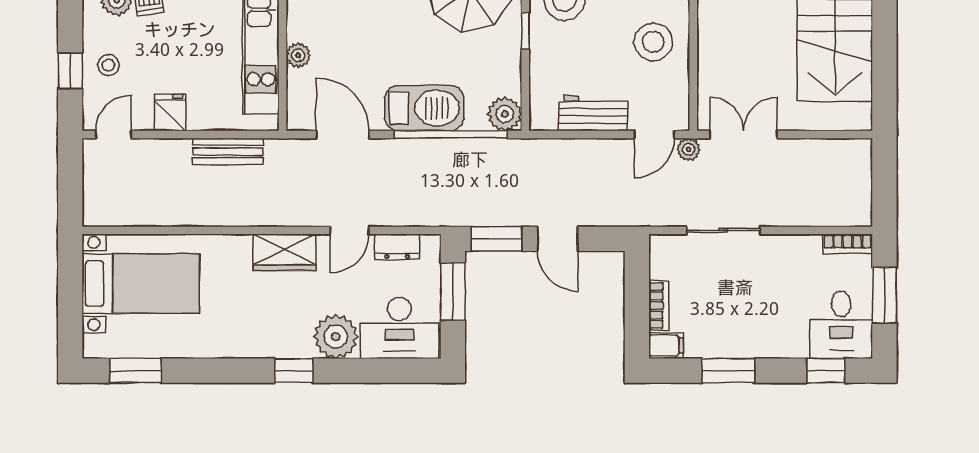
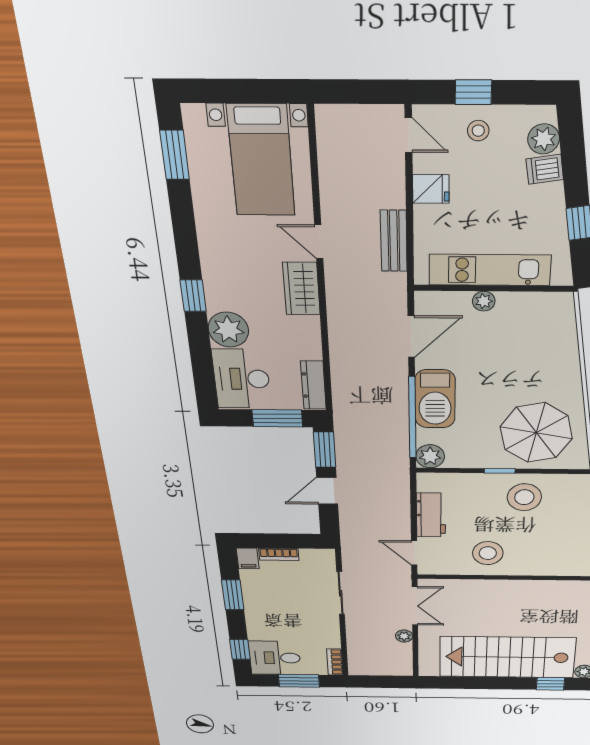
plant: (688, 149) -> (404, 636), moved
door: (349, 230) -> (319, 242), moved
dresser: (397, 247) -> (313, 385), width x1.44

